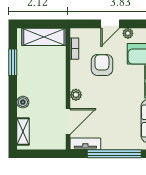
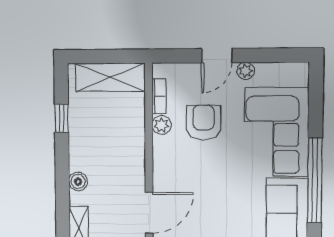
window: (13, 62) -> (62, 118), width x0.67
plant: (76, 95) -> (162, 125), moved

